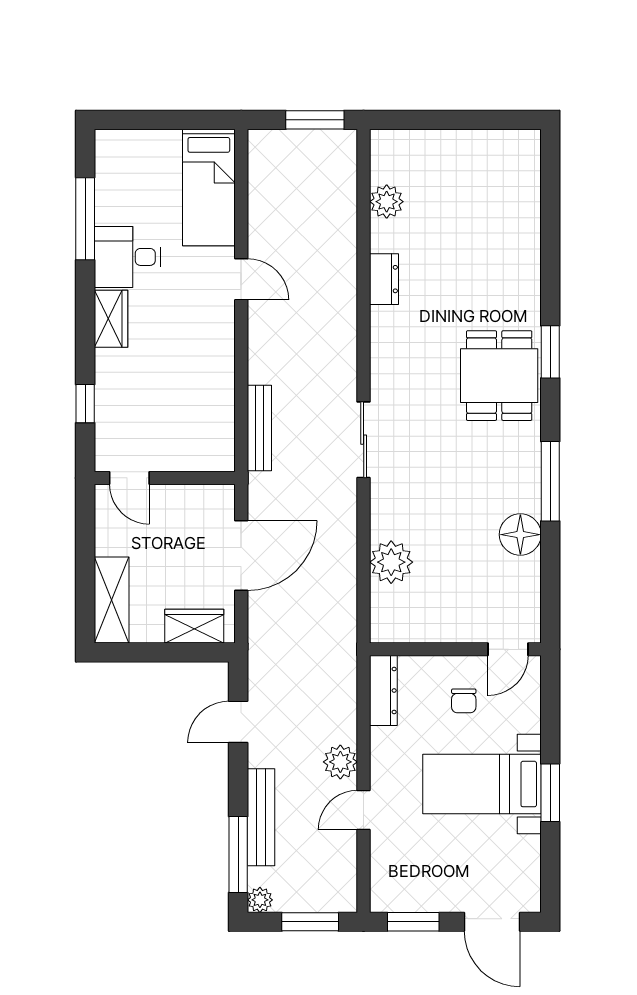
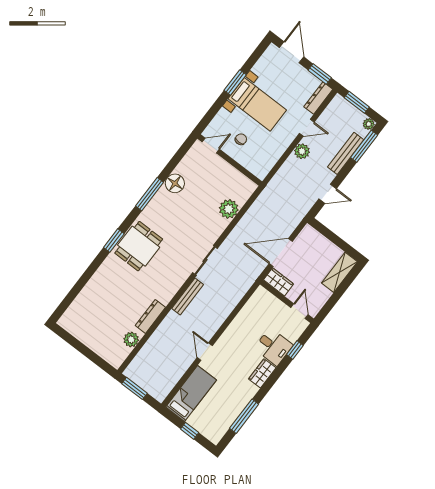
window: (161, 120) -> (190, 431), added
desk: (127, 257) -> (273, 347), moved
dresser: (384, 279) -> (150, 316), width x1.44
bench: (259, 428) -> (188, 296), moved
wardrobe: (194, 626) -> (278, 282), moved, turned 180
dresser: (383, 691) -> (318, 98), moved

